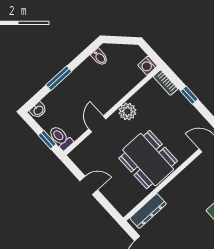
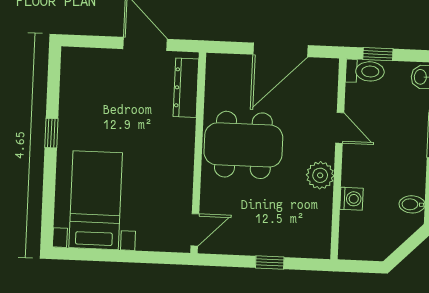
washing machine: (147, 66) -> (351, 199), moved, turned 90
bookcase: (166, 83) -> (310, 250), removed
door: (89, 185) -> (281, 50), width x1.88

